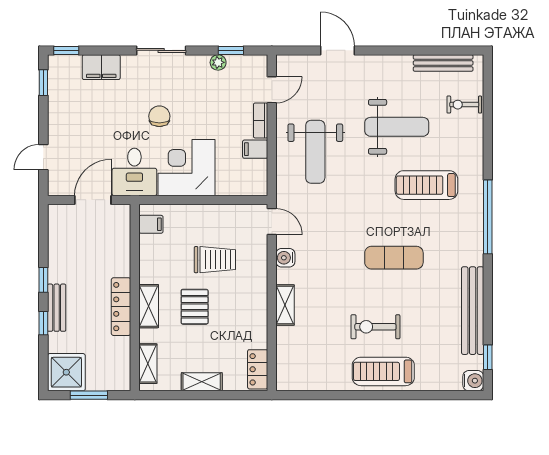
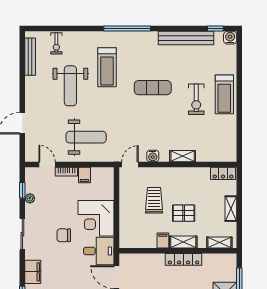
weight bench: (397, 127) -> (70, 86), turned 180
filing cabinet: (151, 224) -> (163, 241), moved
exercise mat: (394, 258) -> (153, 88), turned 90

